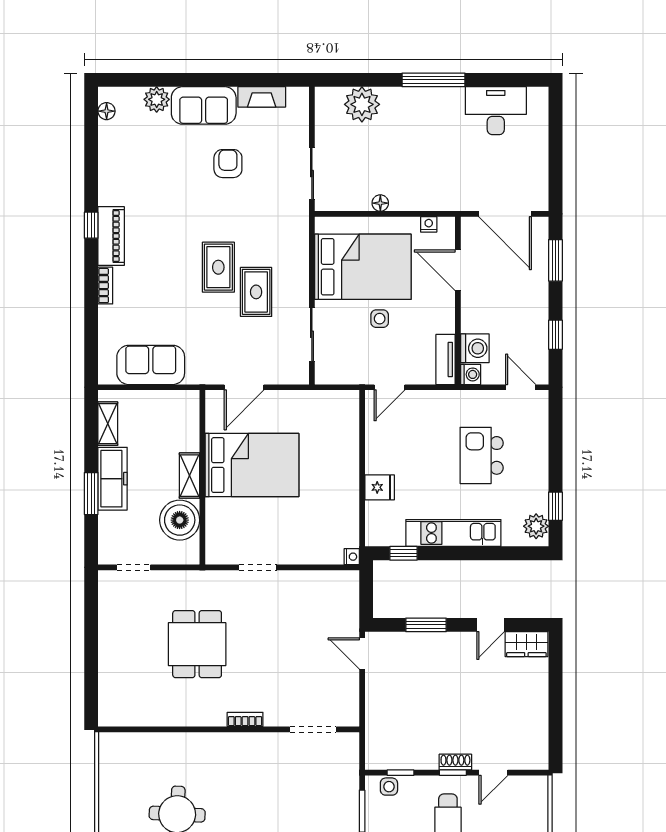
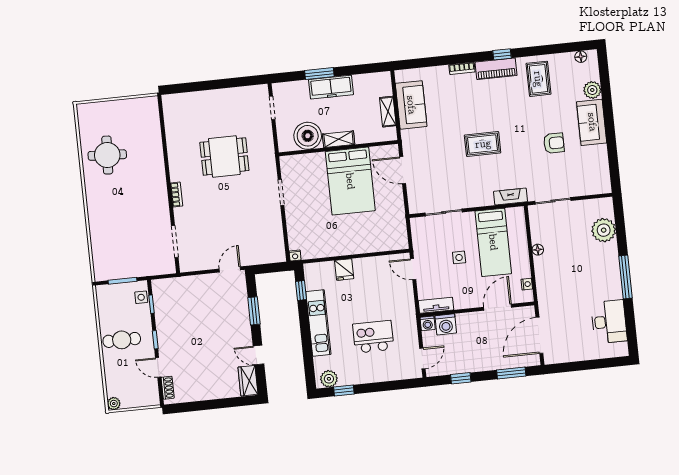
fireplace: (262, 97) -> (511, 197), moved, turned 90
bed: (363, 267) -> (493, 242), width x0.67
rug: (256, 292) -> (538, 79), moved, turned 90
shelving: (108, 424) -> (388, 112), moved, turned 90
shoe rack: (455, 762) -> (168, 388), moved

